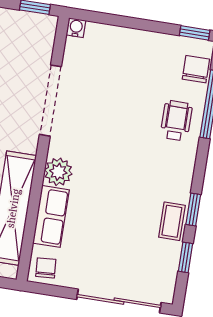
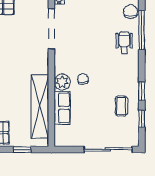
doorway: (50, 101) -> (51, 29), moved
coffee table: (172, 221) -> (121, 106), moved
chair: (46, 268) -> (83, 79), moved

